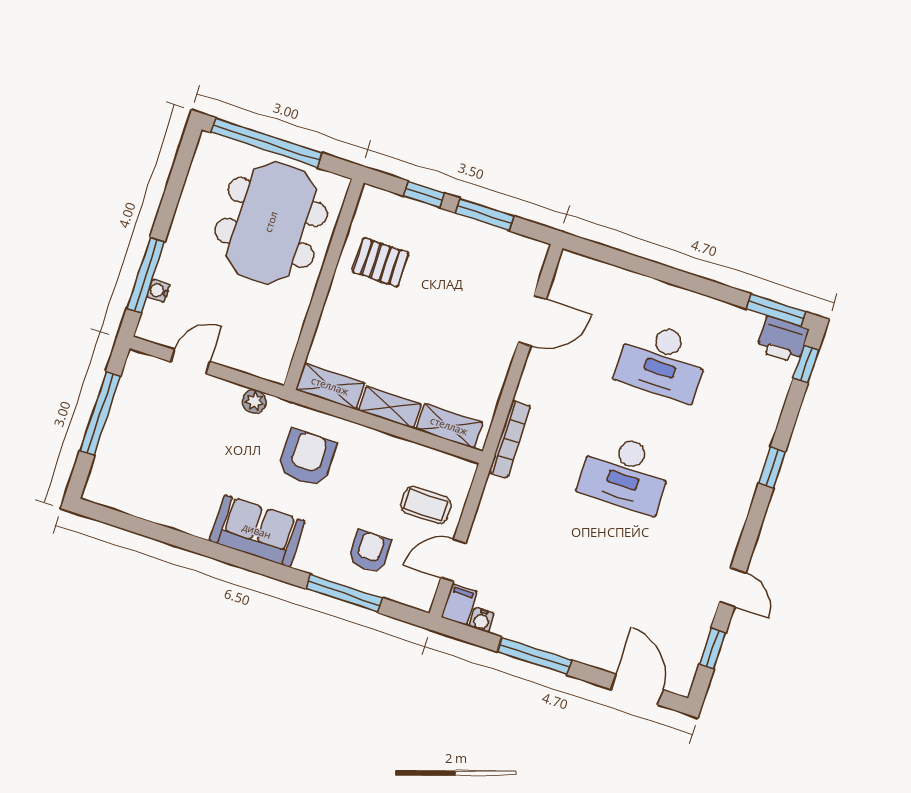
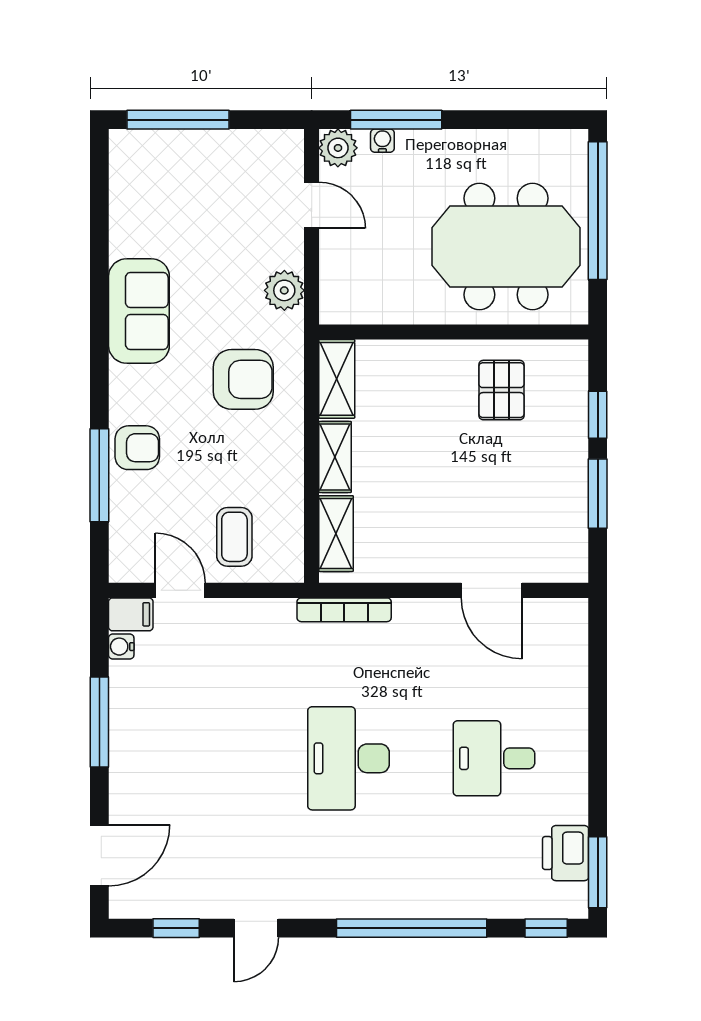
plant: (153, 327) -> (338, 148), added
printer: (782, 340) -> (566, 853), moved
desk: (662, 361) -> (494, 758), width x0.73
plant: (254, 401) -> (284, 290), width x1.38, depth x1.38
window: (100, 413) -> (178, 120), moved
window: (772, 468) -> (412, 928), width x3.17
sofa: (257, 531) -> (139, 311), moved
armchair: (370, 551) -> (137, 448), moved

